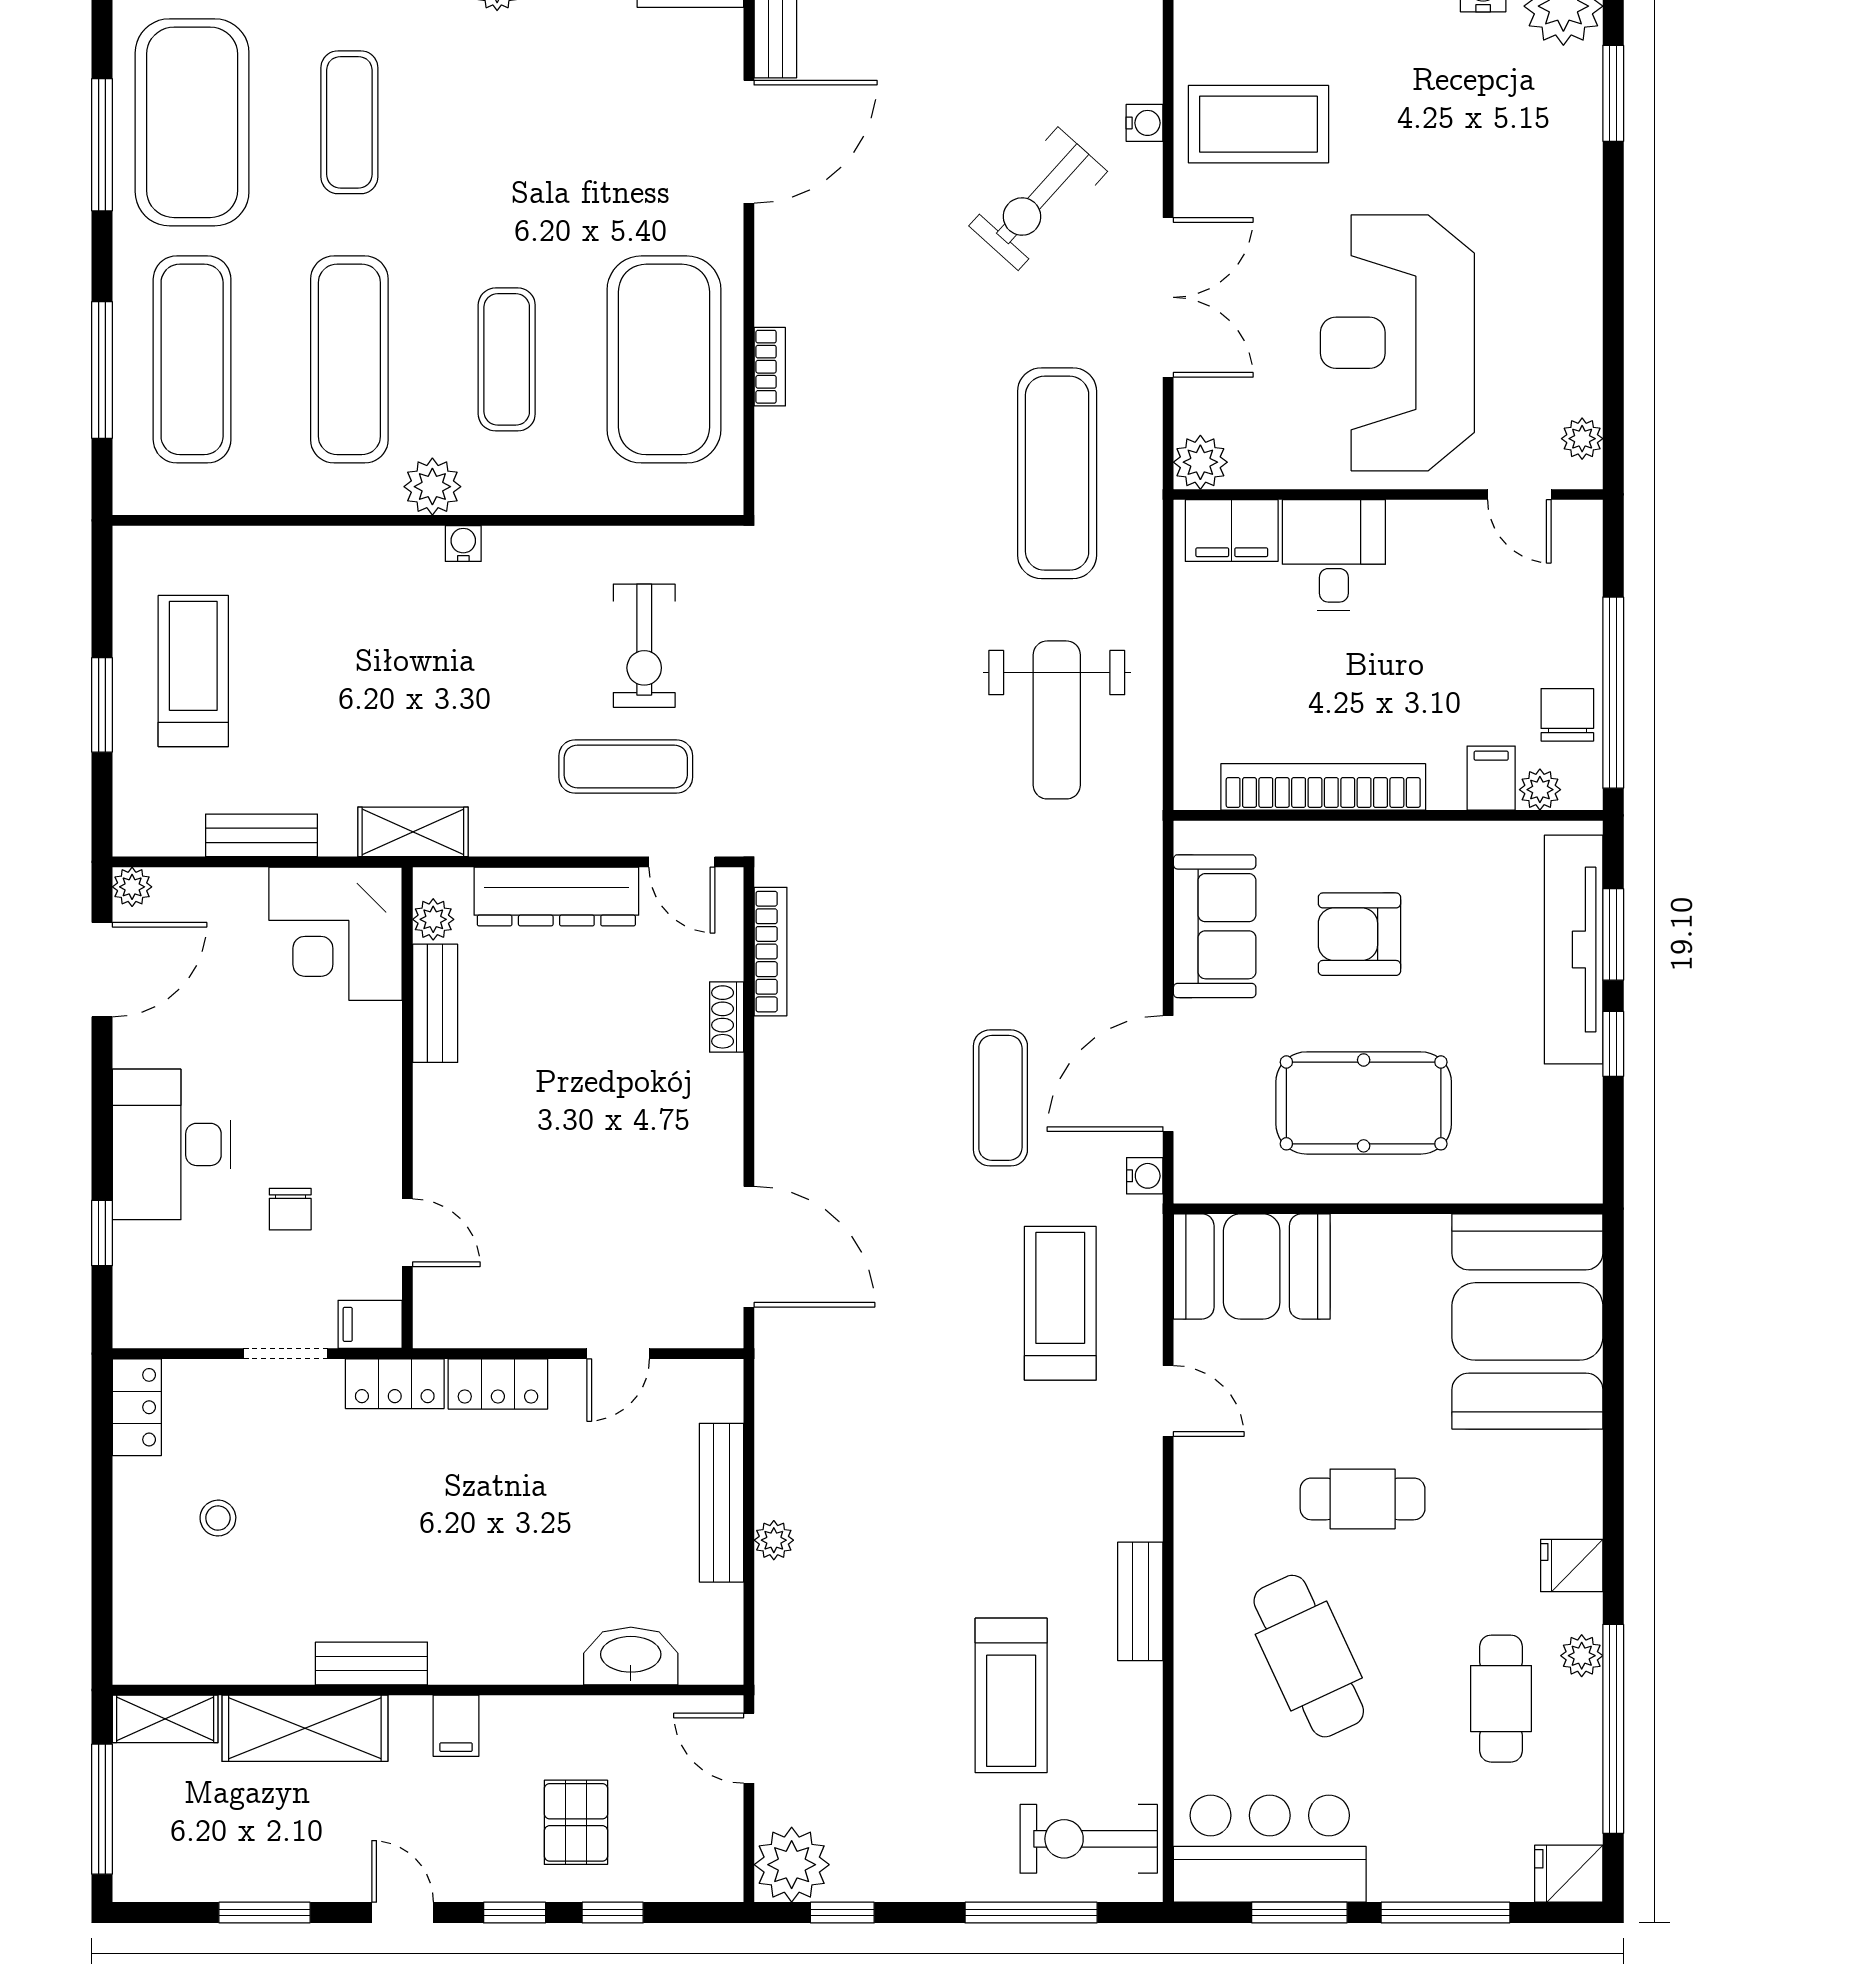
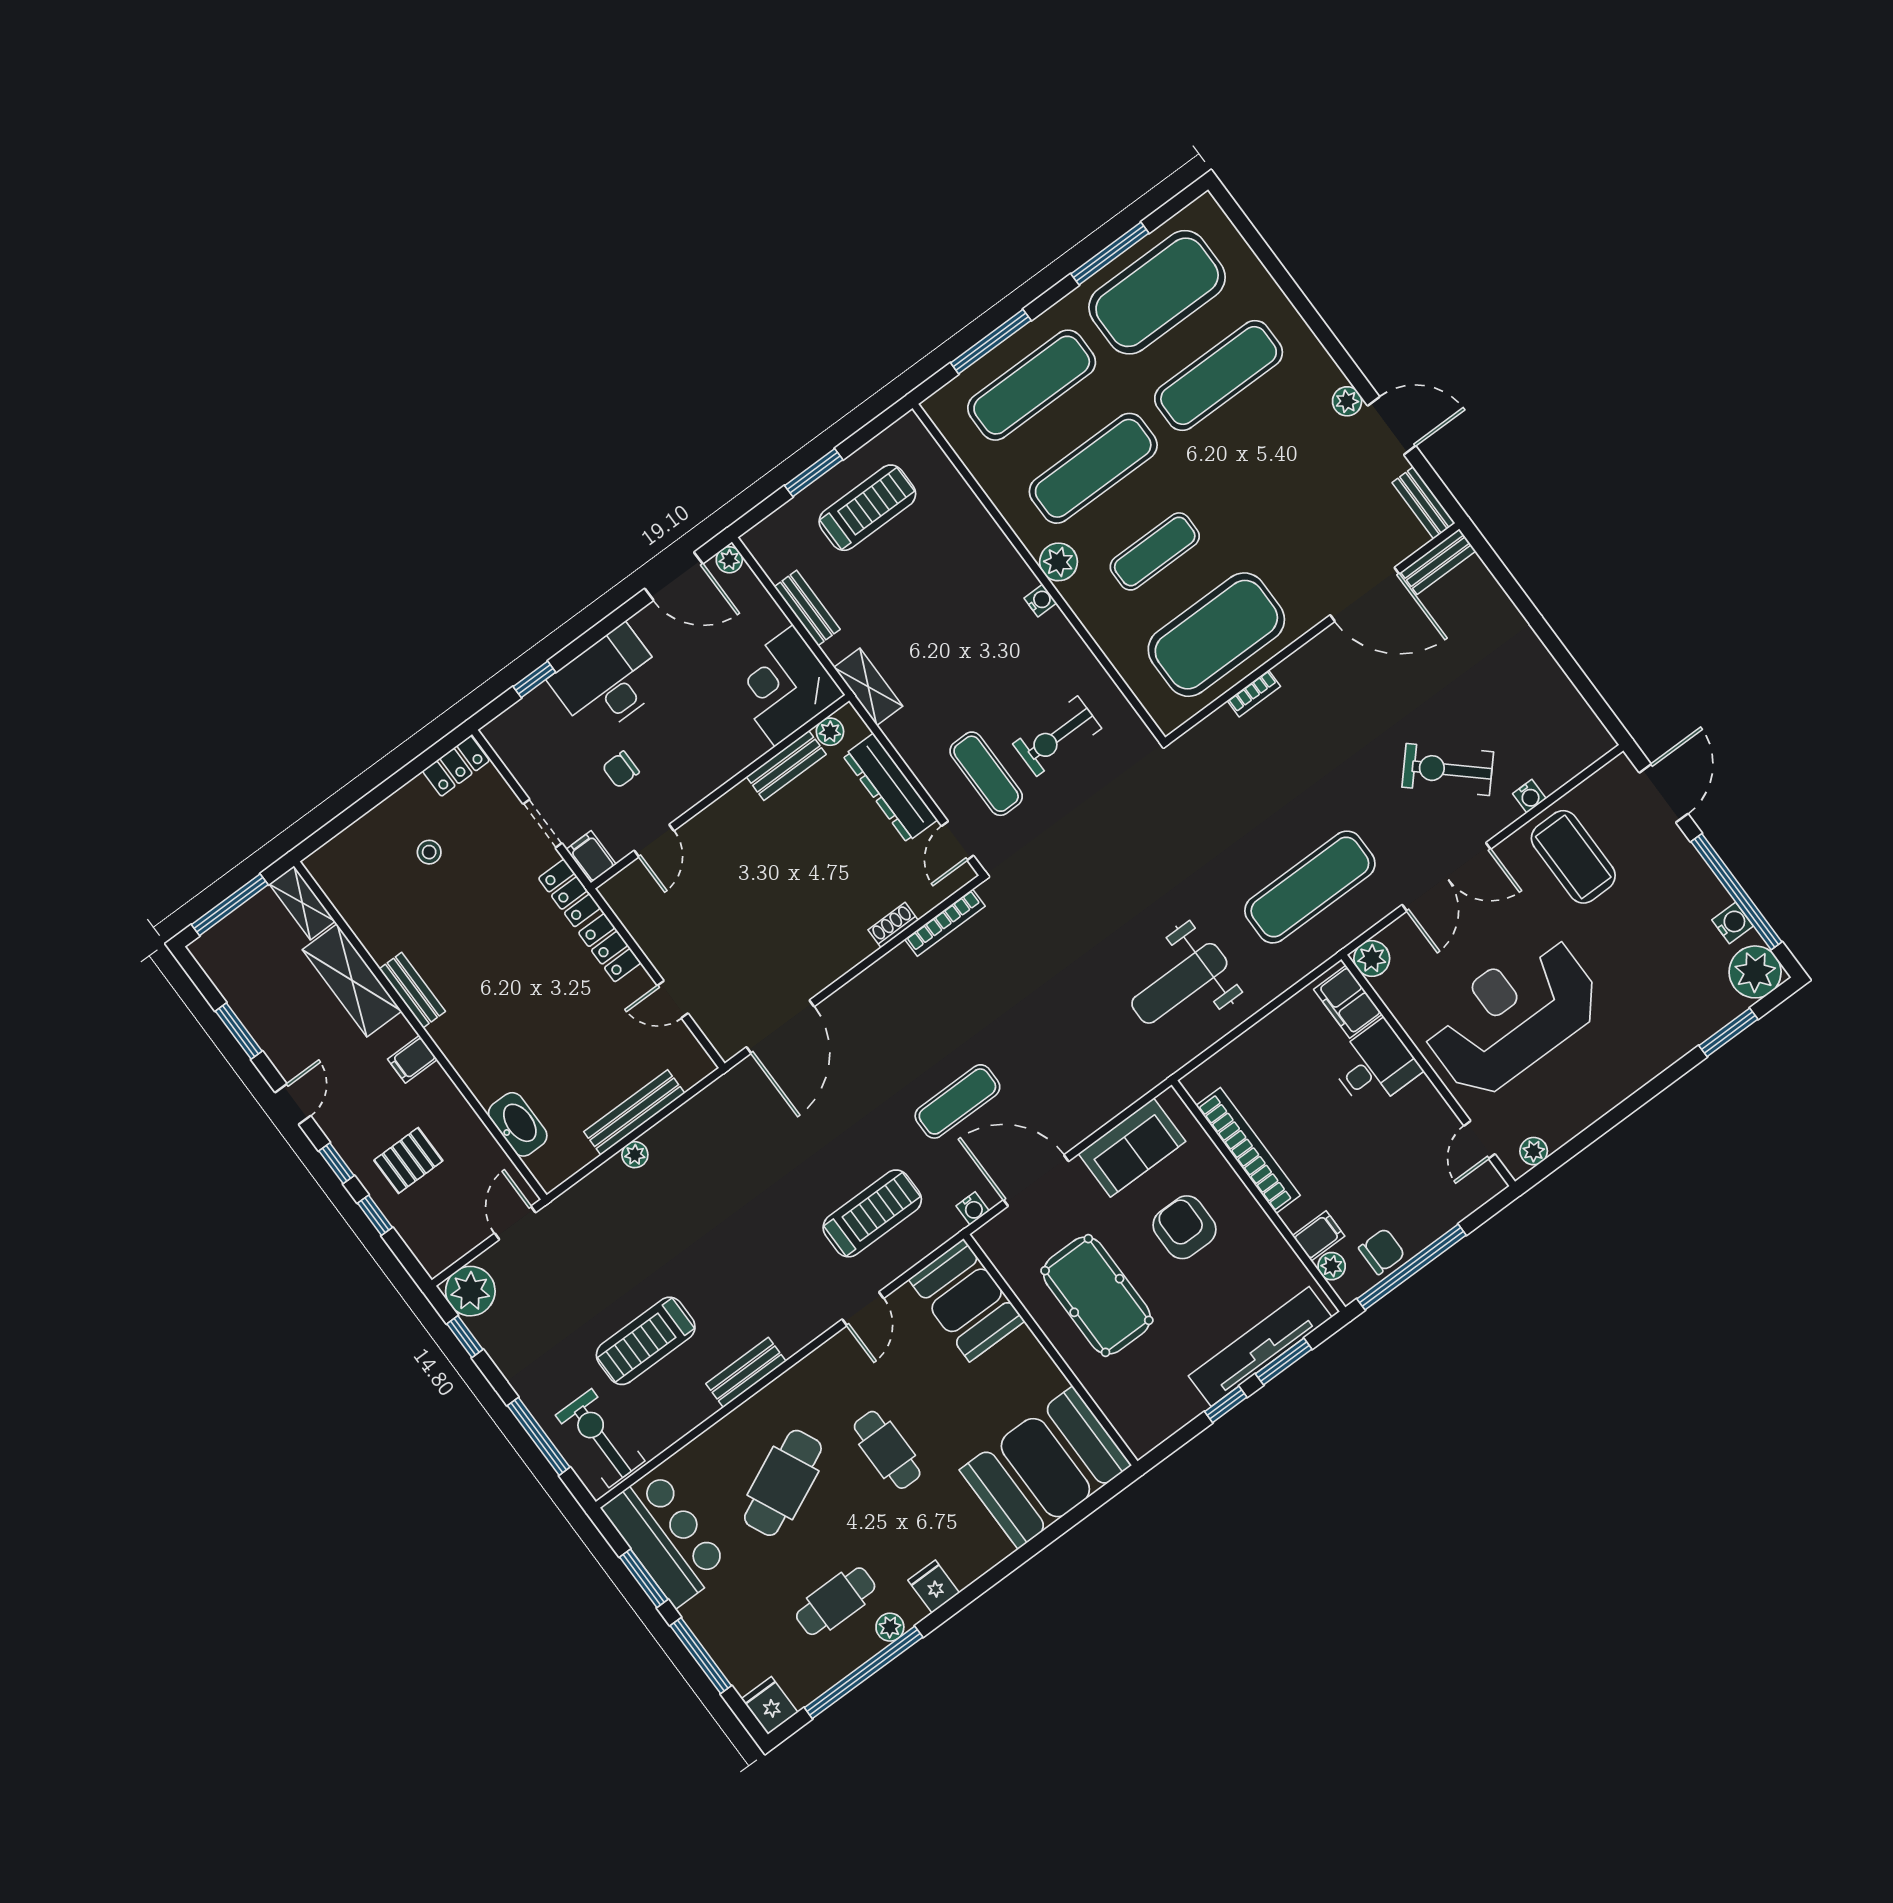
exercise mat: (349, 122) -> (1219, 375), width x1.36, depth x1.45

